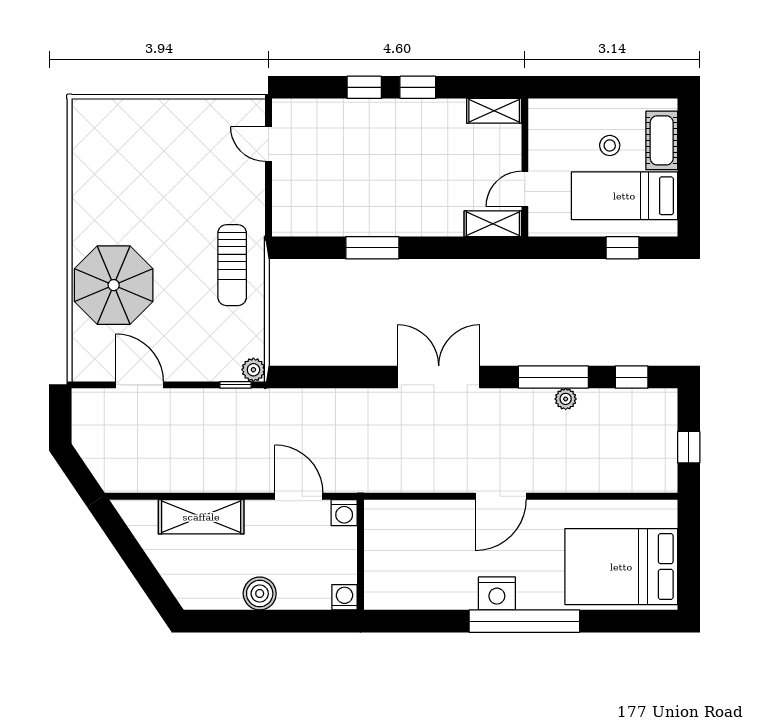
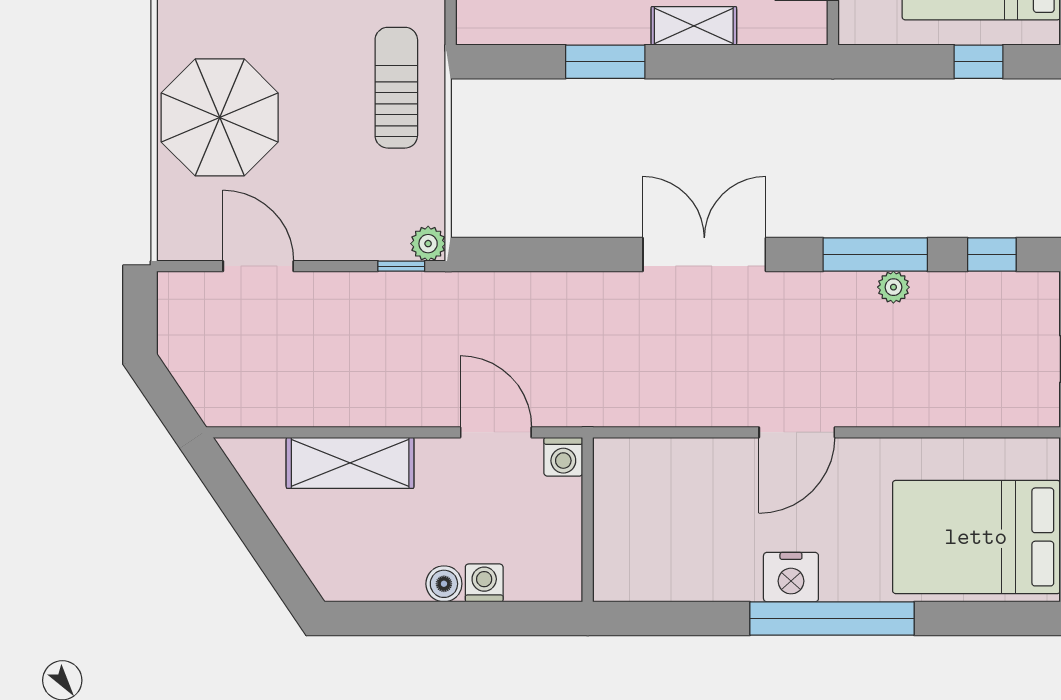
shelving: (493, 224) -> (694, 26), moved
sun lounger: (232, 265) -> (396, 88), turned 180
boiler: (260, 594) -> (444, 584), width x0.73, depth x0.73
washing machine: (344, 597) -> (484, 583), moved

